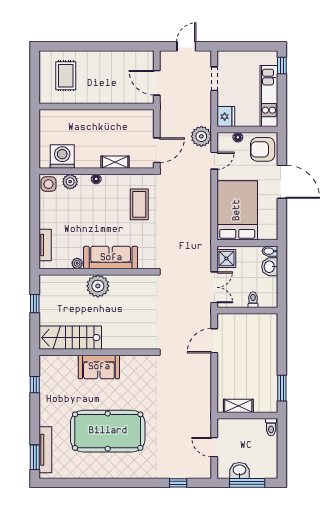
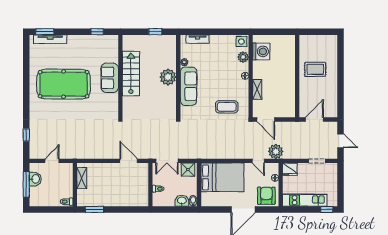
rug: (66, 76) -> (315, 69), moved
stairs: (70, 338) -> (131, 74), moved
pool table: (108, 431) -> (64, 84), turned 90

